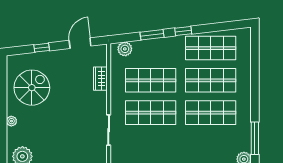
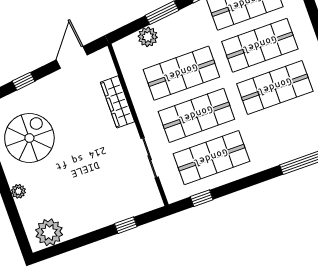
plant: (125, 49) -> (148, 37), moved
wardrobe: (100, 79) -> (118, 102), width x1.50
shop shelf: (151, 145) -> (211, 158), added

